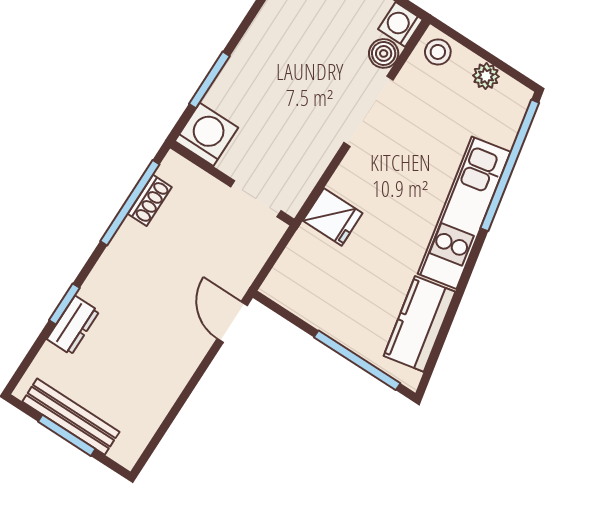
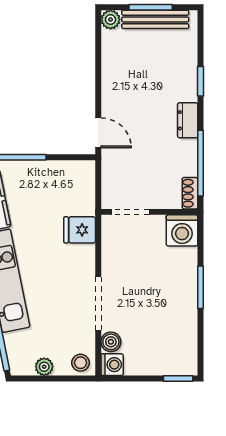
window: (209, 80) -> (201, 287), moved
shoe rack: (150, 200) -> (190, 193), moved
dresser: (73, 325) -> (188, 120), moved
plant: (126, 452) -> (111, 20), added

